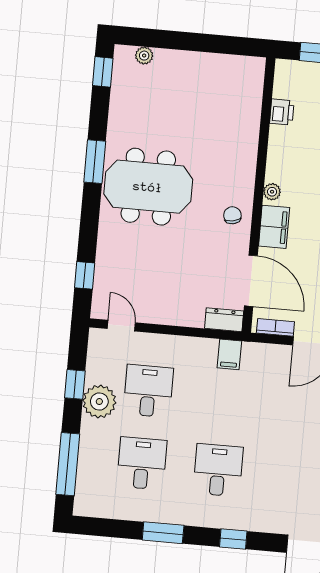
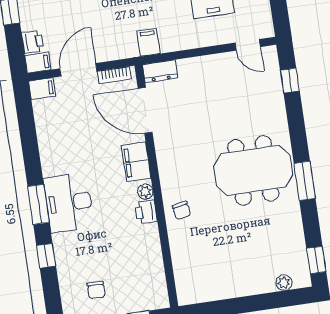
printer: (282, 112) -> (146, 212), moved
chair: (232, 215) -> (182, 210), moved

